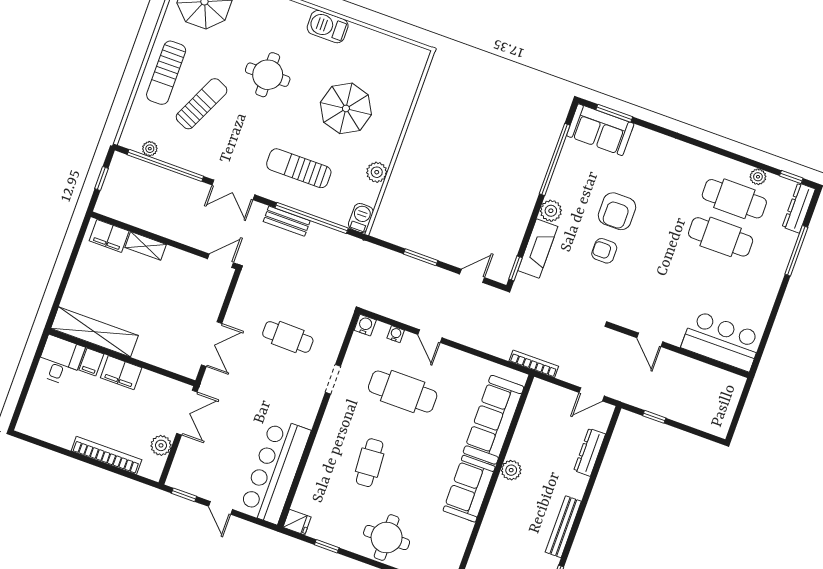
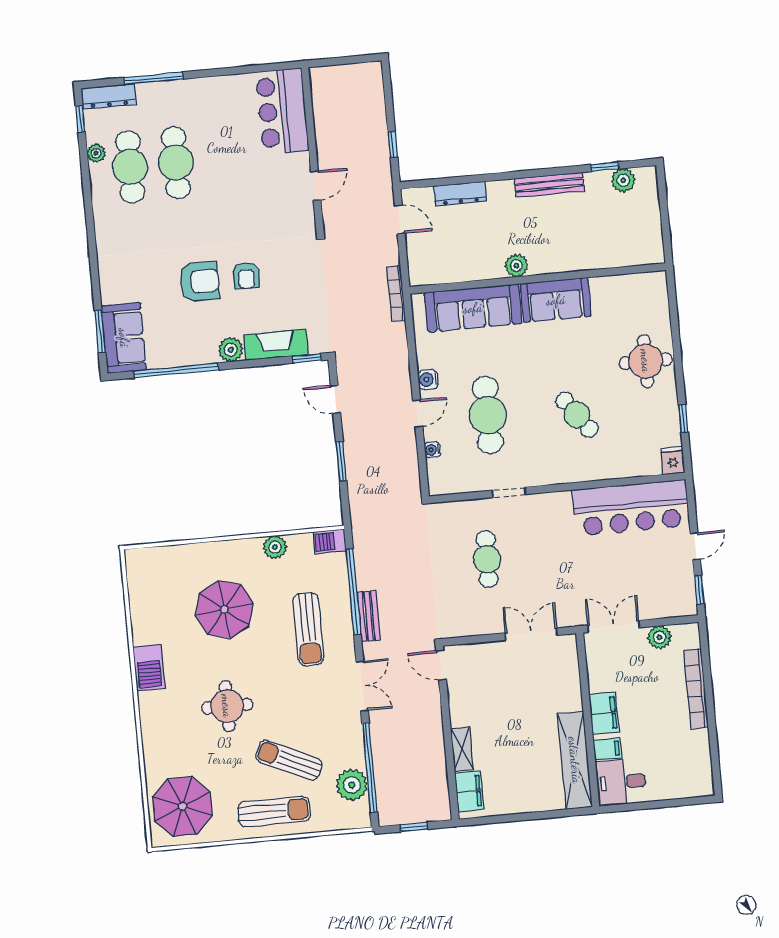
plant: (150, 149) -> (352, 785), width x1.88, depth x1.88
water cooler: (365, 325) -> (428, 379), moved
cafe table: (370, 463) -> (577, 415), turned 58

